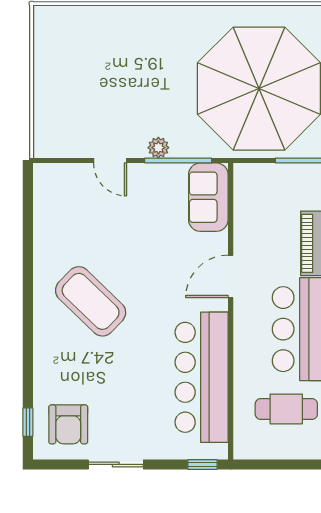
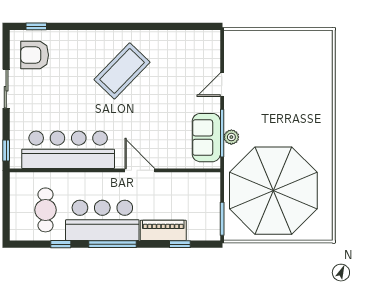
plant: (158, 148) -> (231, 137), moved
sofa: (208, 197) -> (206, 138), moved, turned -90

